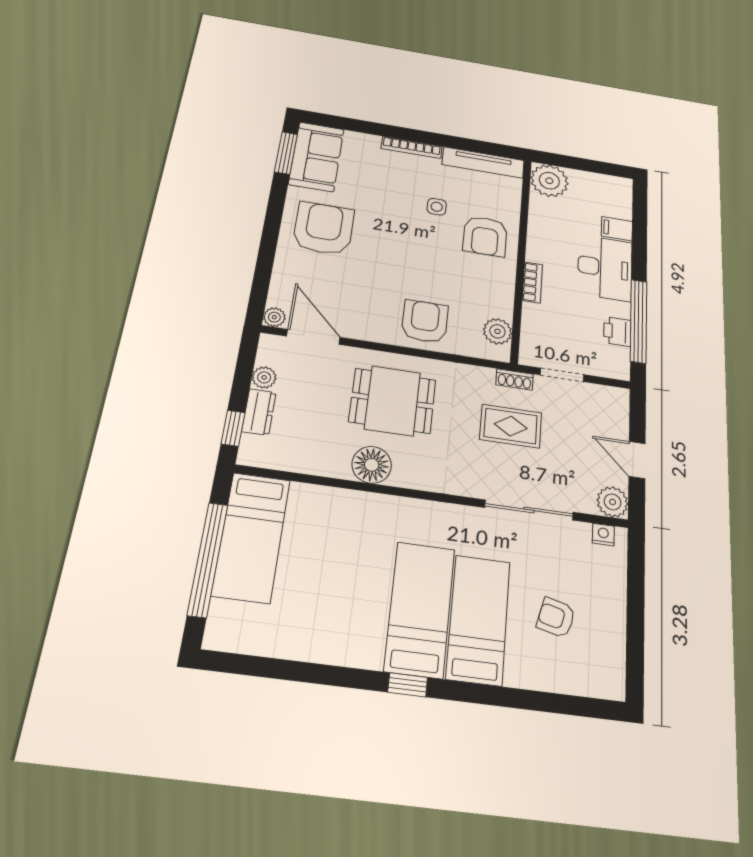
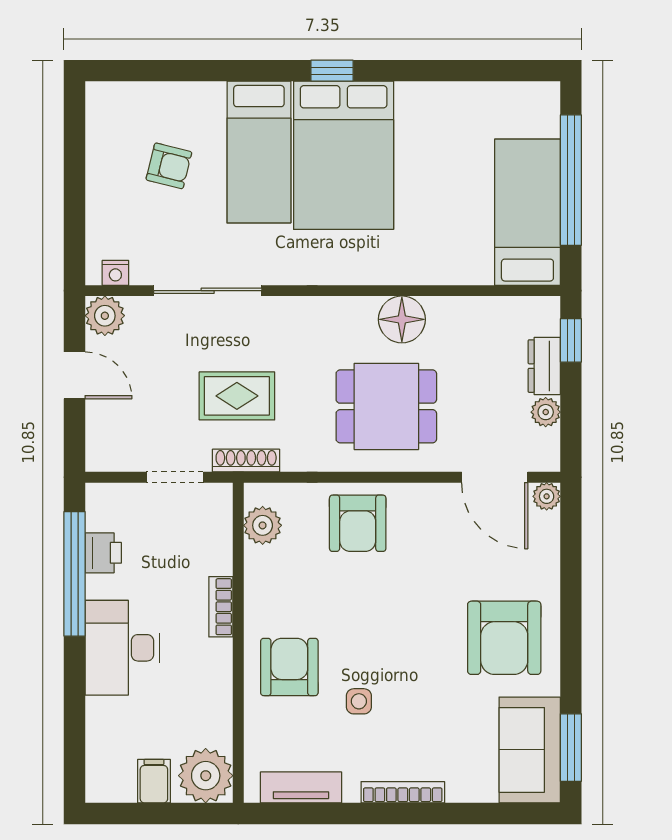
tv unit: (483, 163) -> (301, 787), width x0.71
filing cabinet: (617, 229) -> (154, 781), moved, turned -90
shoe rack: (515, 379) -> (246, 461), width x1.43
bed: (420, 609) -> (344, 155), width x1.50

